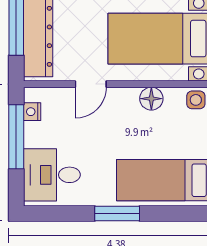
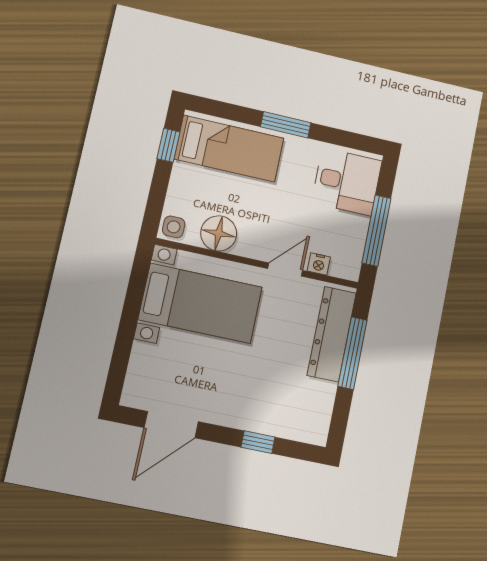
floor lamp: (151, 99) -> (219, 233), width x1.38, depth x1.38
nightstand: (32, 112) -> (319, 264), moved, turned 90

